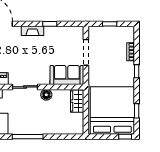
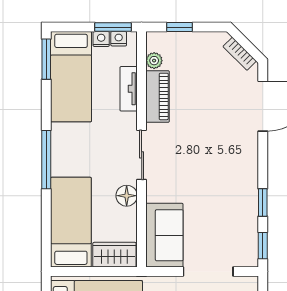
window: (72, 24) -> (263, 246), added
fireplace: (33, 31) -> (249, 169), removed
bed: (60, 124) -> (71, 222), added

